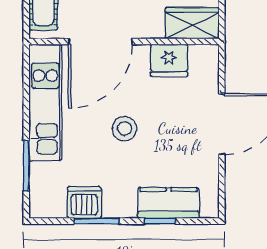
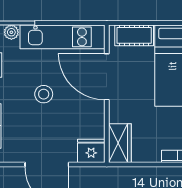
fridge: (169, 60) -> (91, 151), moved, turned 90
plant: (39, 173) -> (11, 32), added

